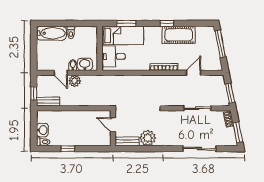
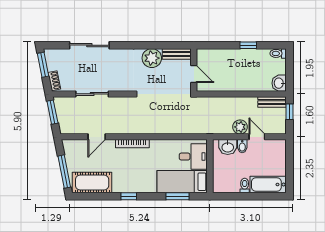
cot: (179, 35) -> (92, 182), moved
washbasin: (42, 130) -> (279, 83), moved

